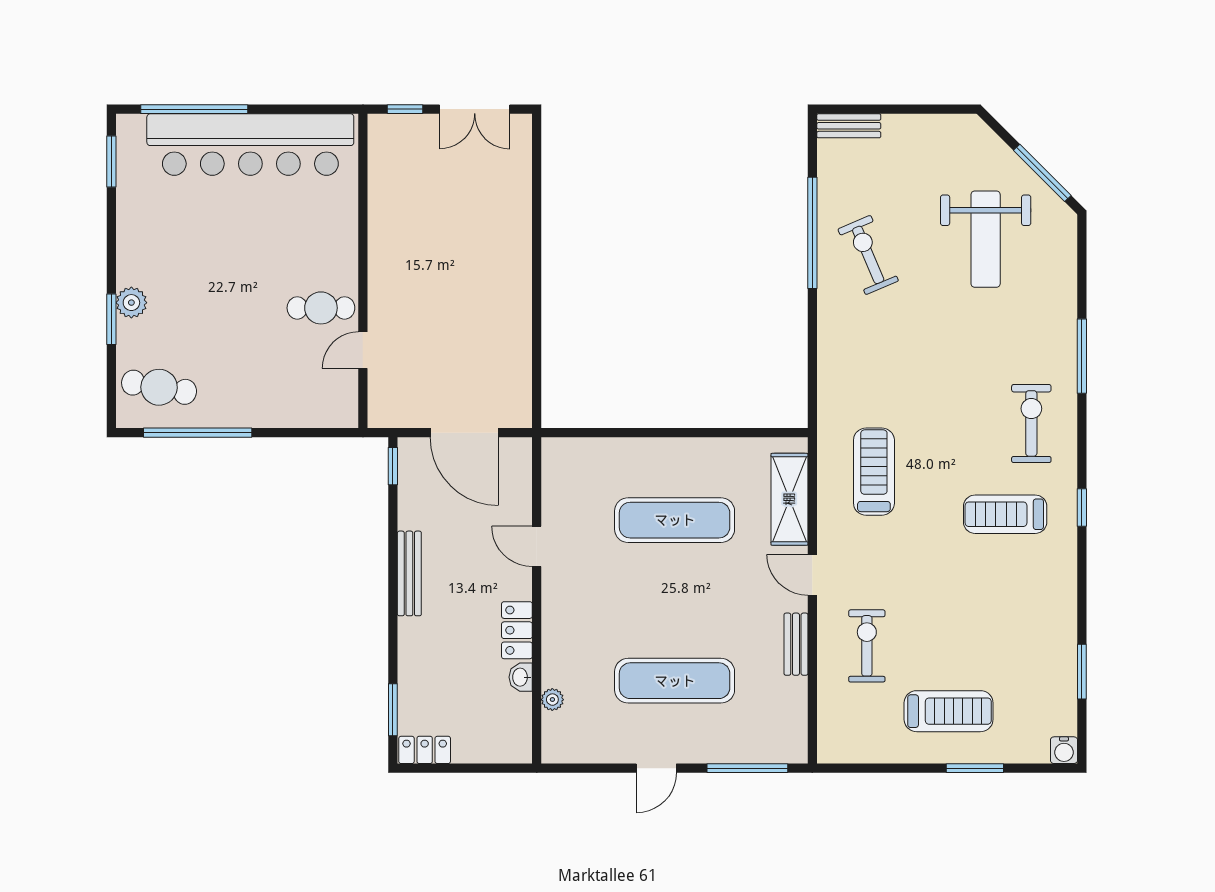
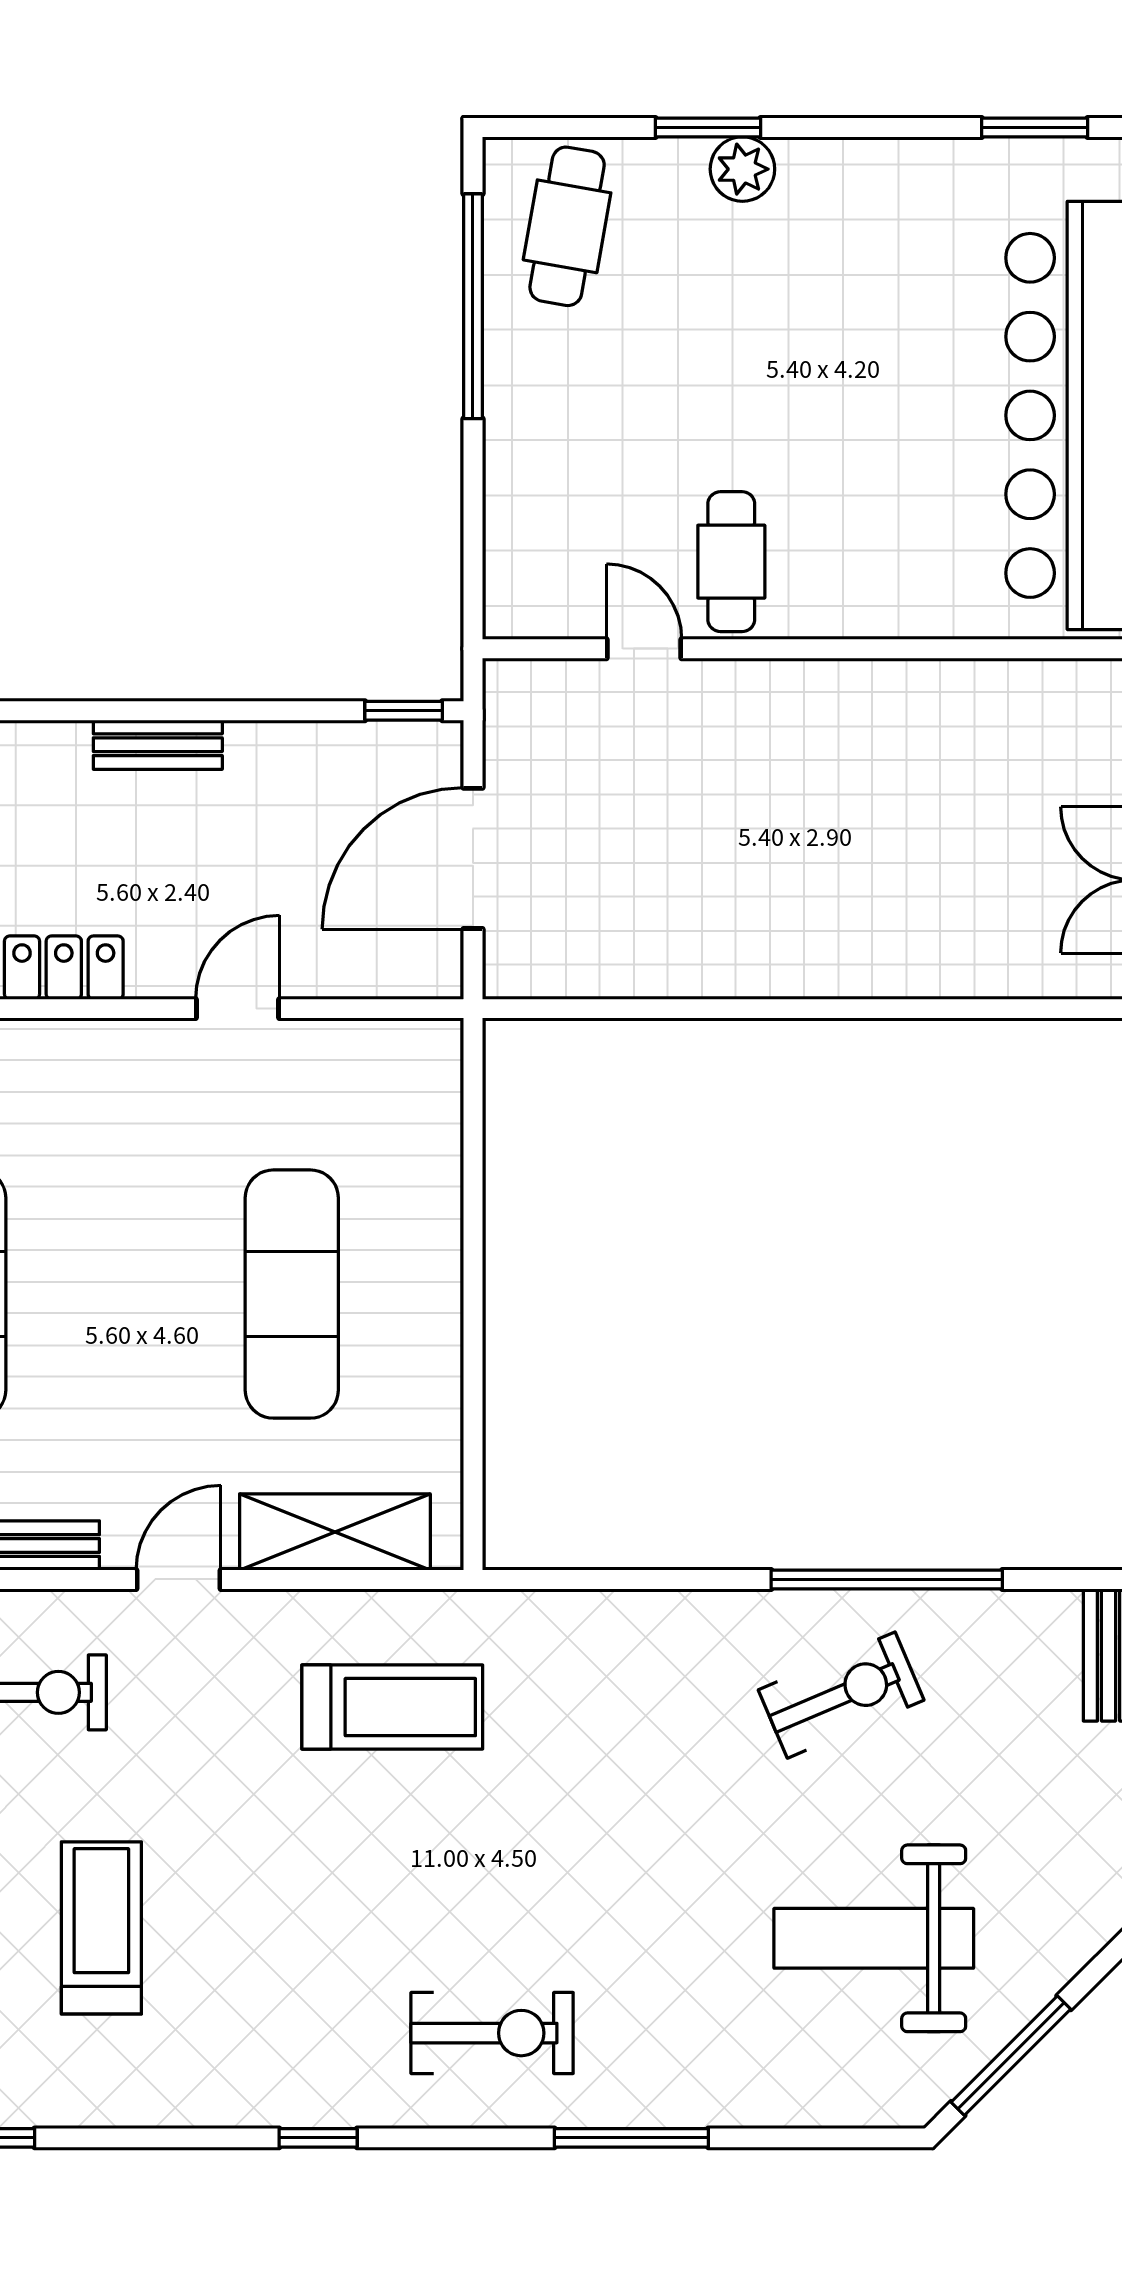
treadmill: (1005, 514) -> (101, 1928), moved
bench: (409, 573) -> (158, 745), width x0.73

